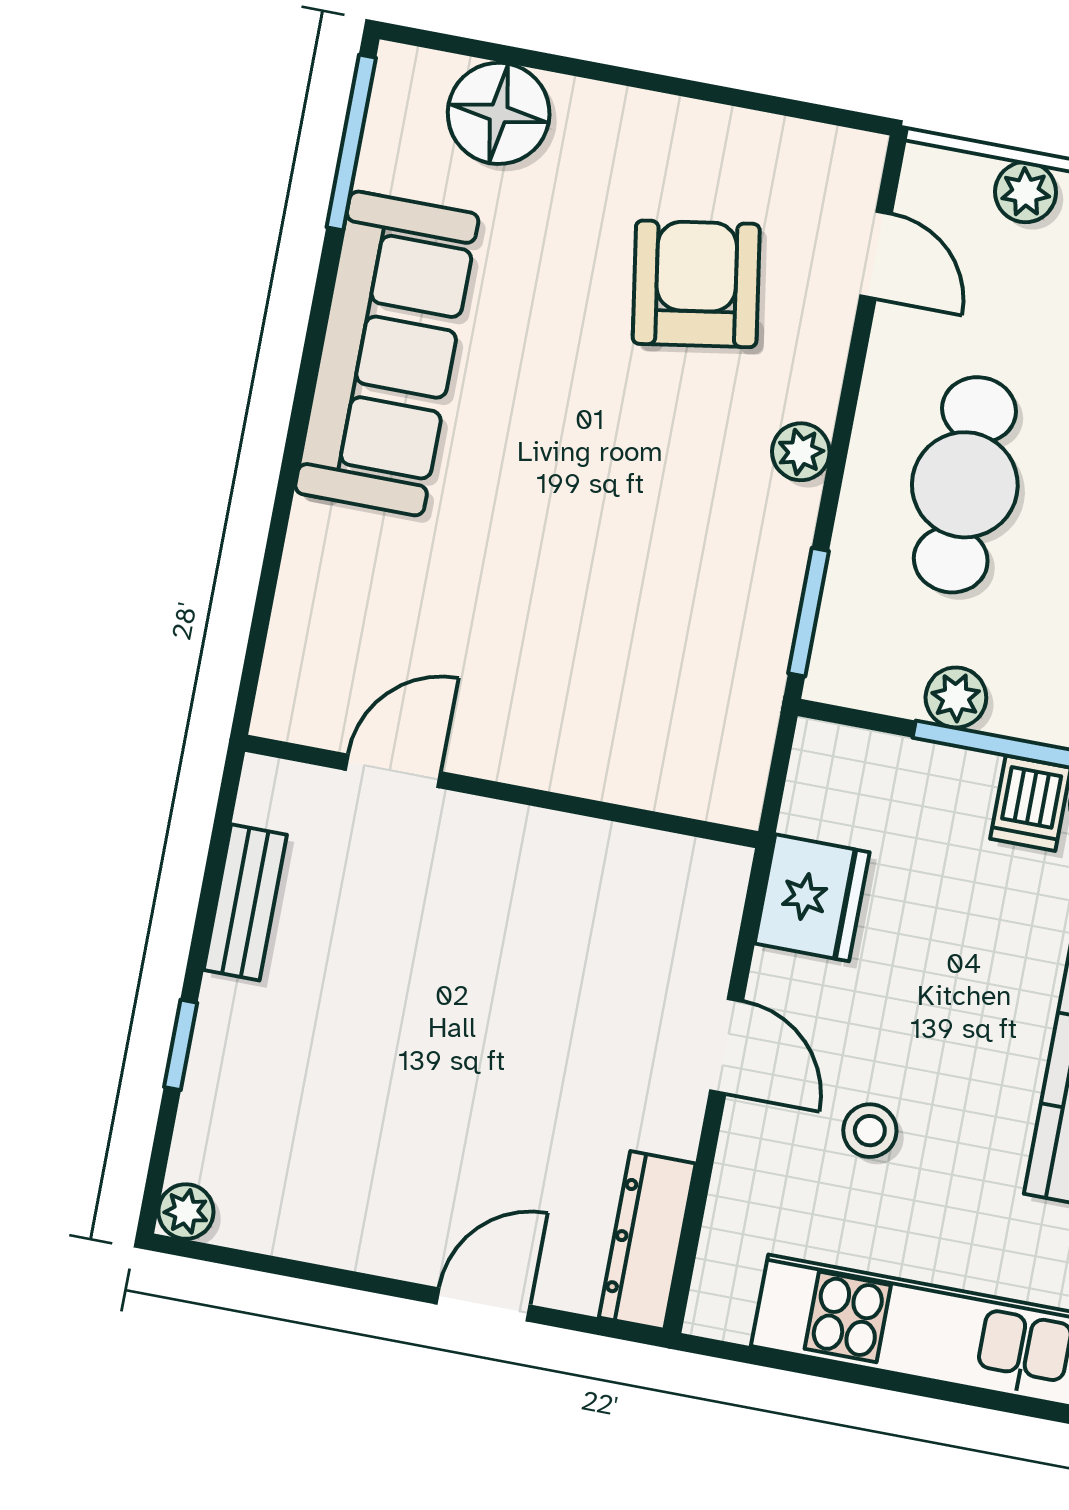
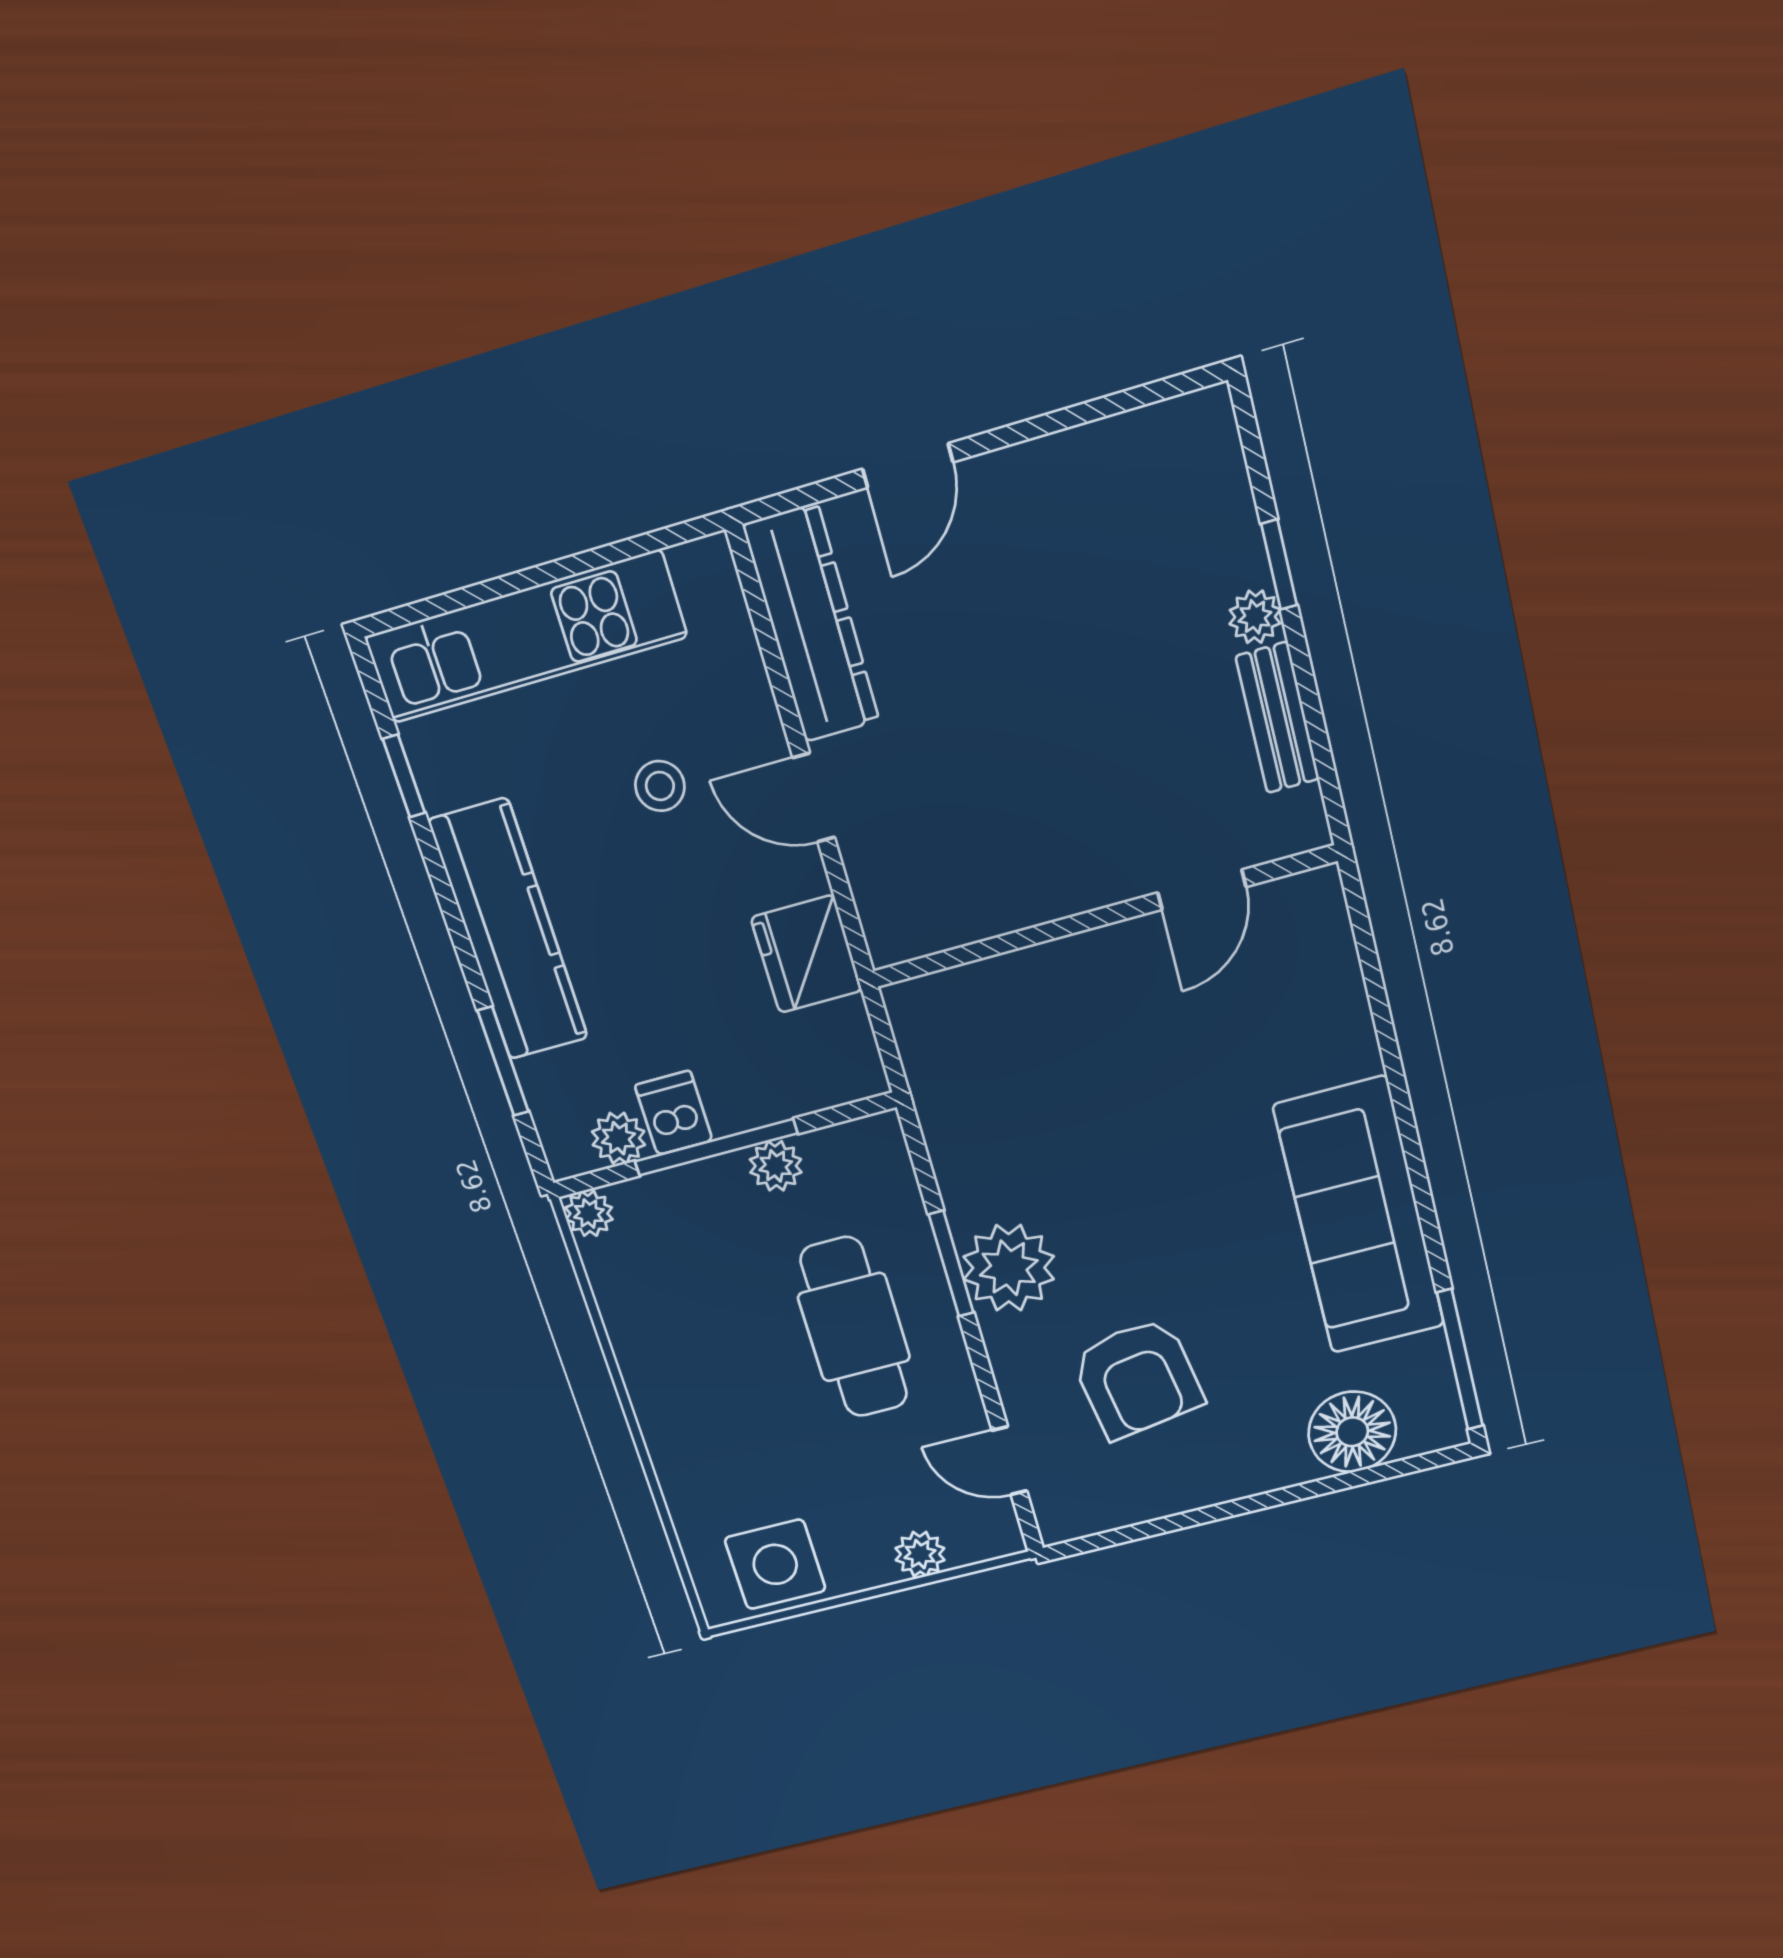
plant: (801, 452) -> (1009, 1268), width x1.88, depth x1.88
window: (809, 612) -> (951, 1264), moved
plant: (186, 1212) -> (1255, 617), moved
dresser: (647, 1240) -> (811, 624), width x1.37, depth x1.24

